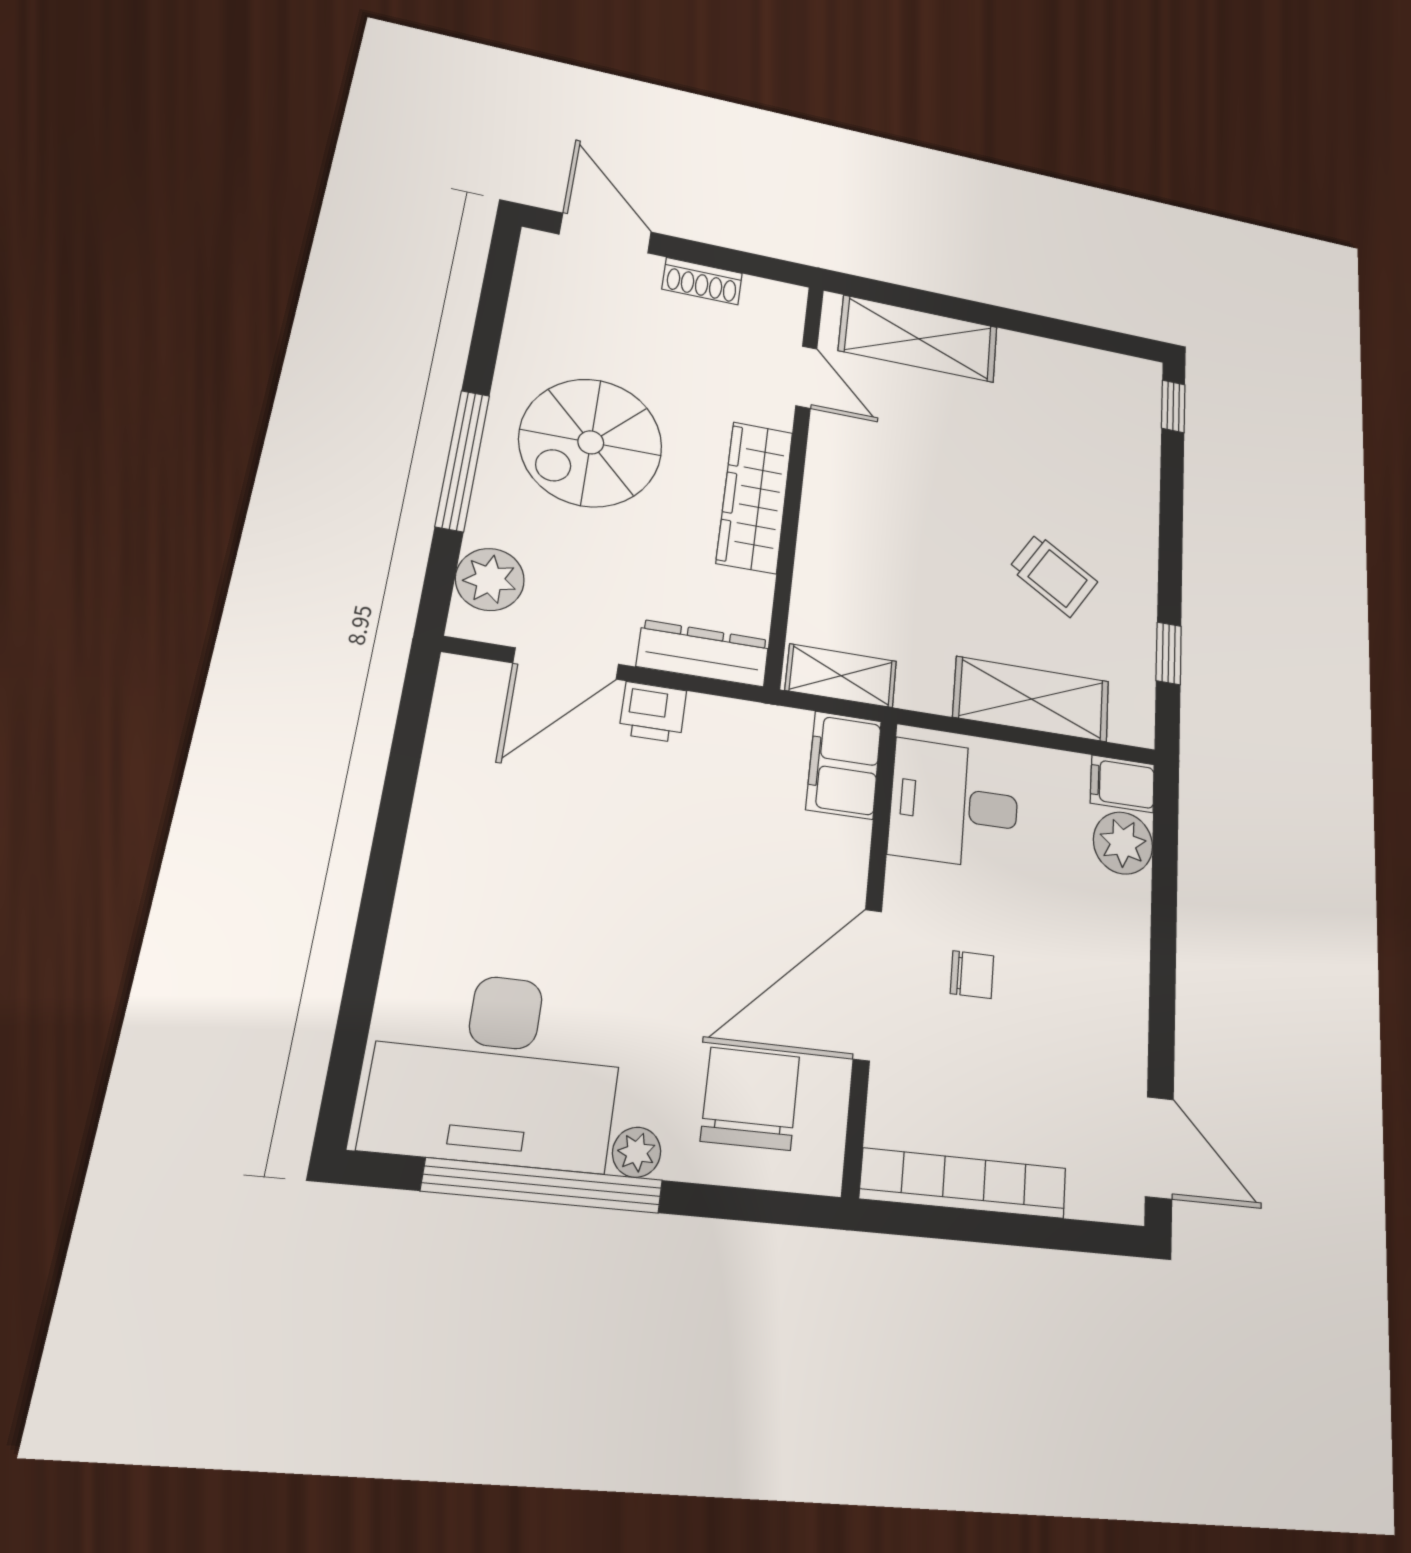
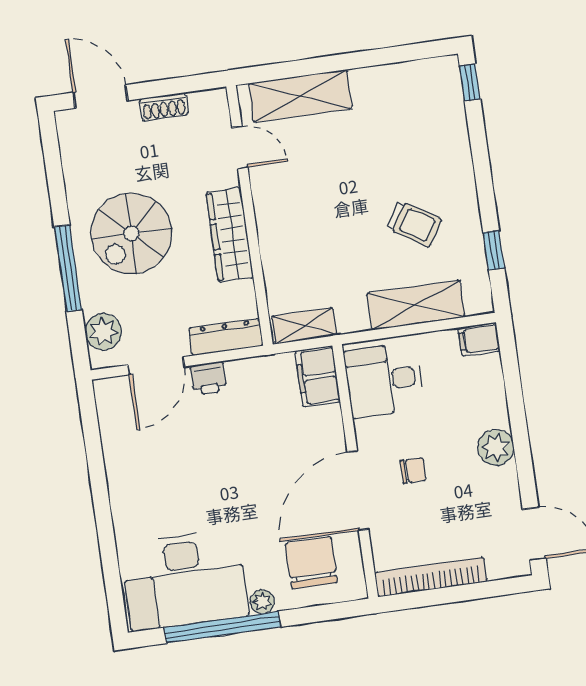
plant: (1123, 843) -> (496, 448), moved

